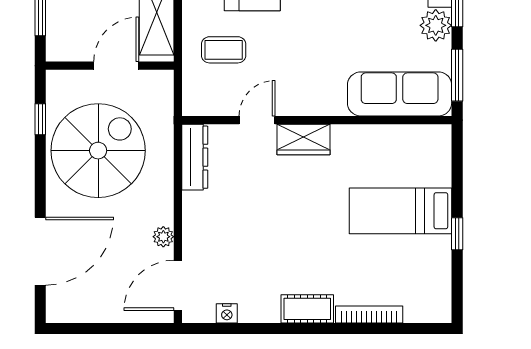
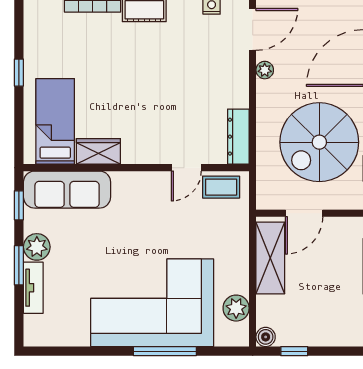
coffee table: (224, 50) -> (221, 187), moved
window: (457, 75) -> (19, 205), width x0.67
wardrobe: (304, 140) -> (98, 151), moved
bed: (401, 211) -> (55, 121), moved, turned -90

